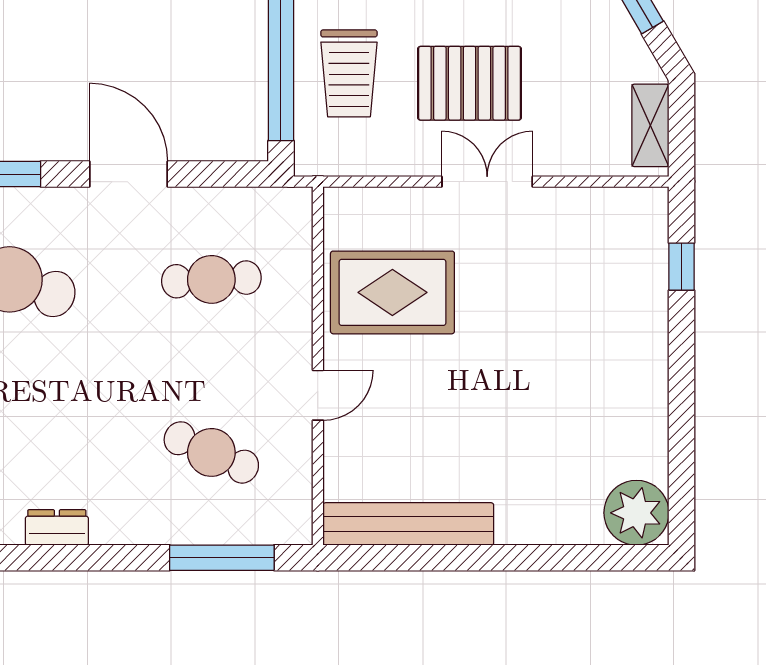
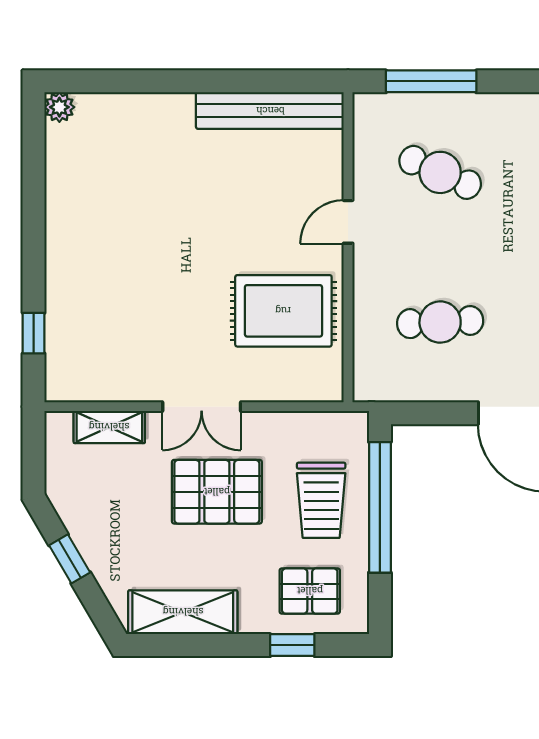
trolley: (349, 73) -> (321, 500), turned 180
shelving: (650, 125) -> (109, 427), moved, turned 90
plant: (636, 513) -> (59, 107), width x0.53, depth x0.53

